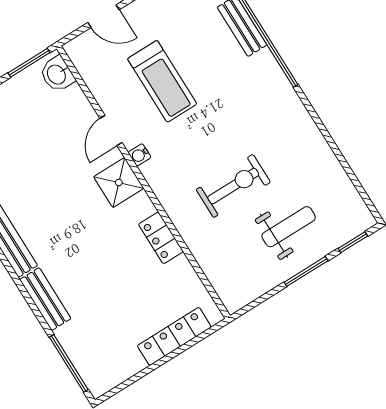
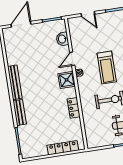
washbasin: (57, 74) -> (62, 39), moved
treadmill: (162, 81) -> (107, 67), moved

